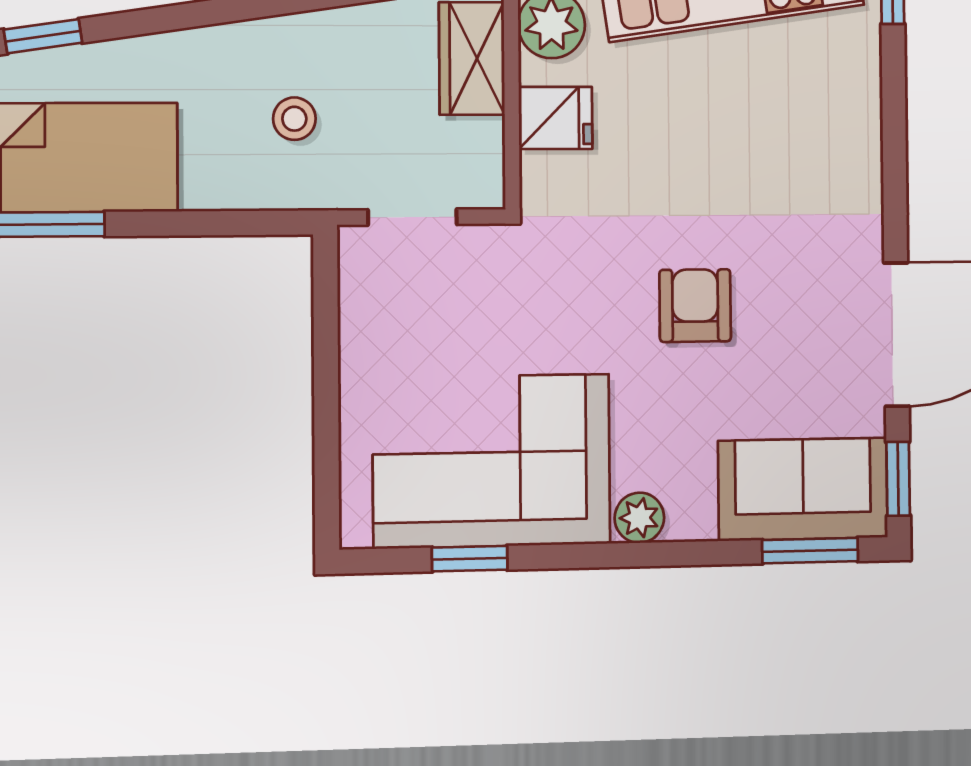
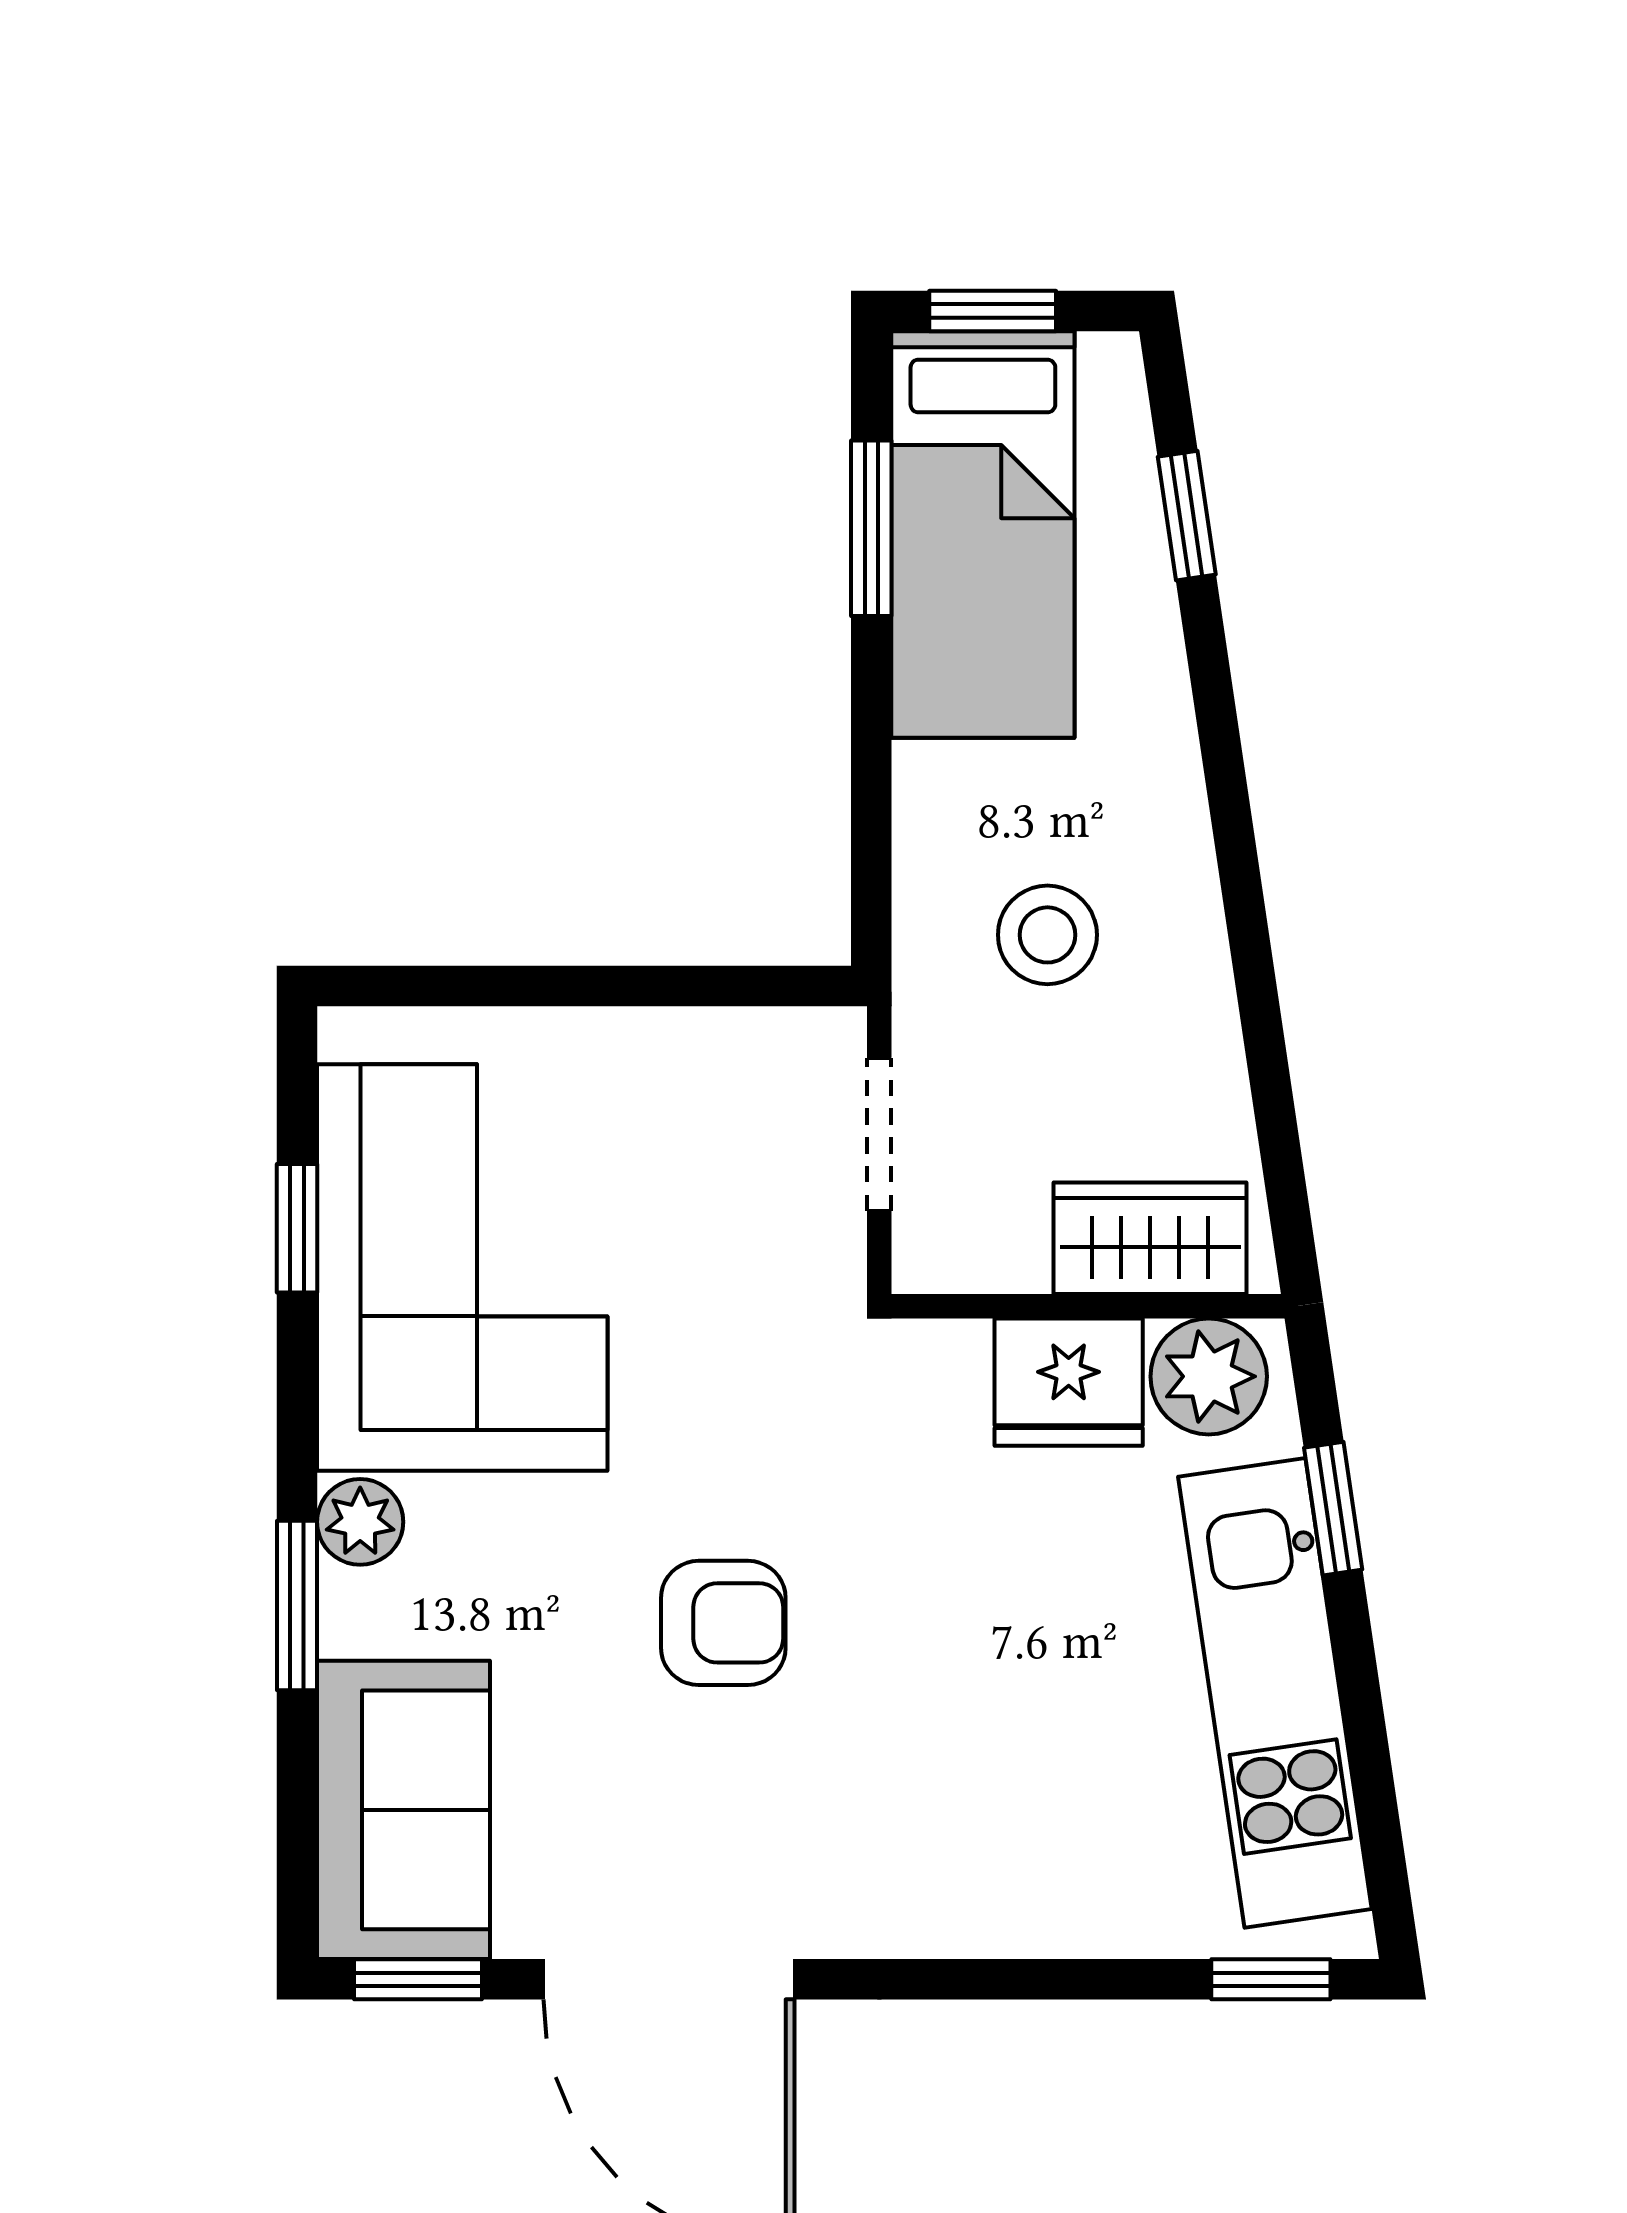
fridge: (555, 118) -> (1069, 1382), width x1.38
stool: (294, 119) -> (1047, 935), width x1.37, depth x1.37
window: (810, 551) -> (297, 1605), moved

